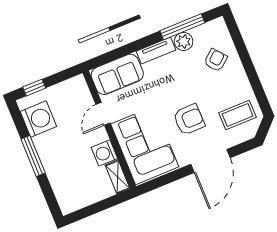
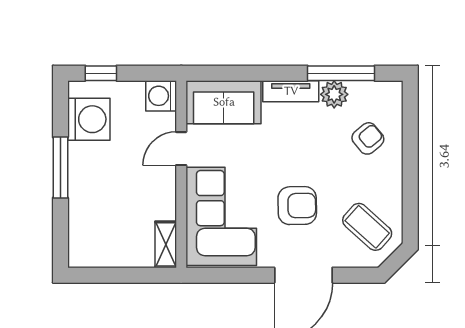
coffee table: (238, 115) -> (367, 227), turned 42
washing machine: (104, 153) -> (161, 96), moved

